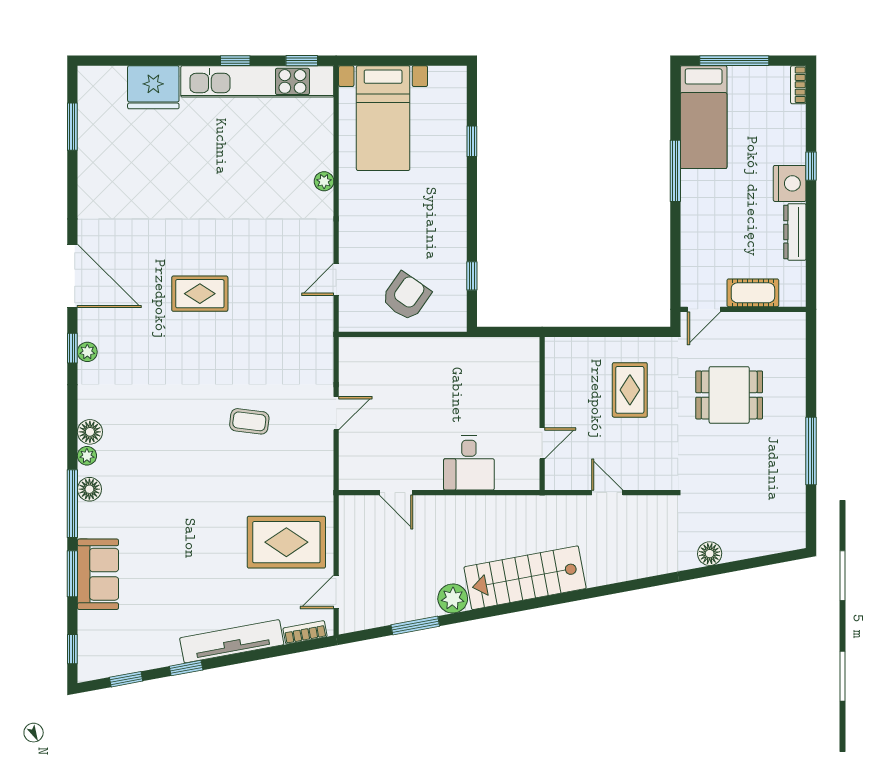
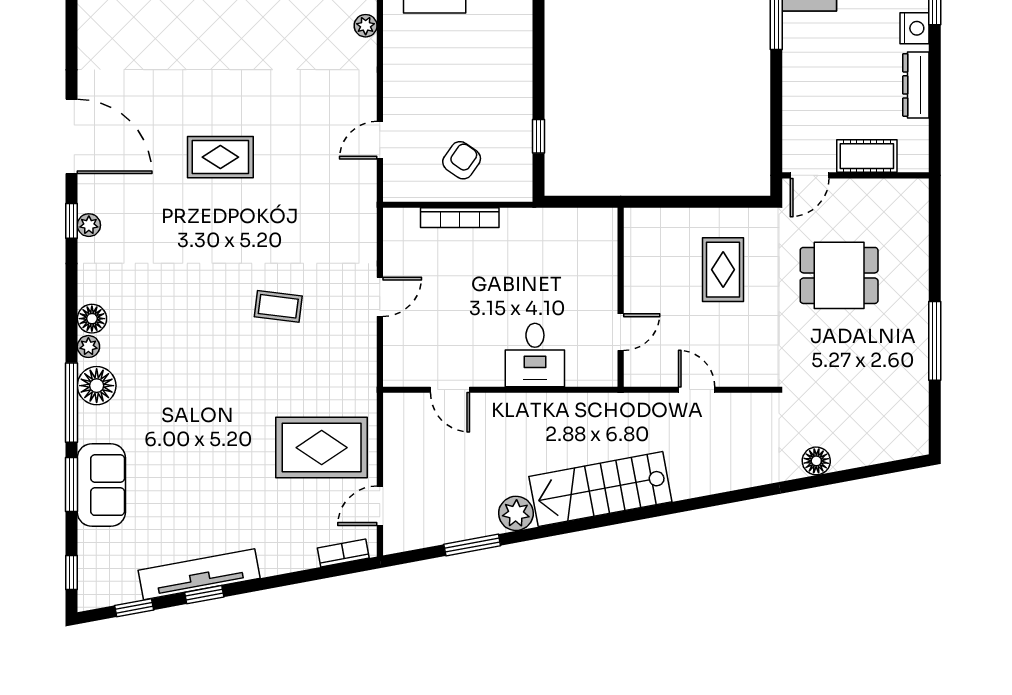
nightstand: (790, 183) -> (915, 28), width x0.74, depth x0.75
armchair: (406, 296) -> (462, 160), width x0.72, depth x0.72
bookcase: (405, 346) -> (460, 218), added
floor lamp: (89, 489) -> (97, 386), width x1.38, depth x1.38
tv unit: (232, 641) -> (199, 574), moved

